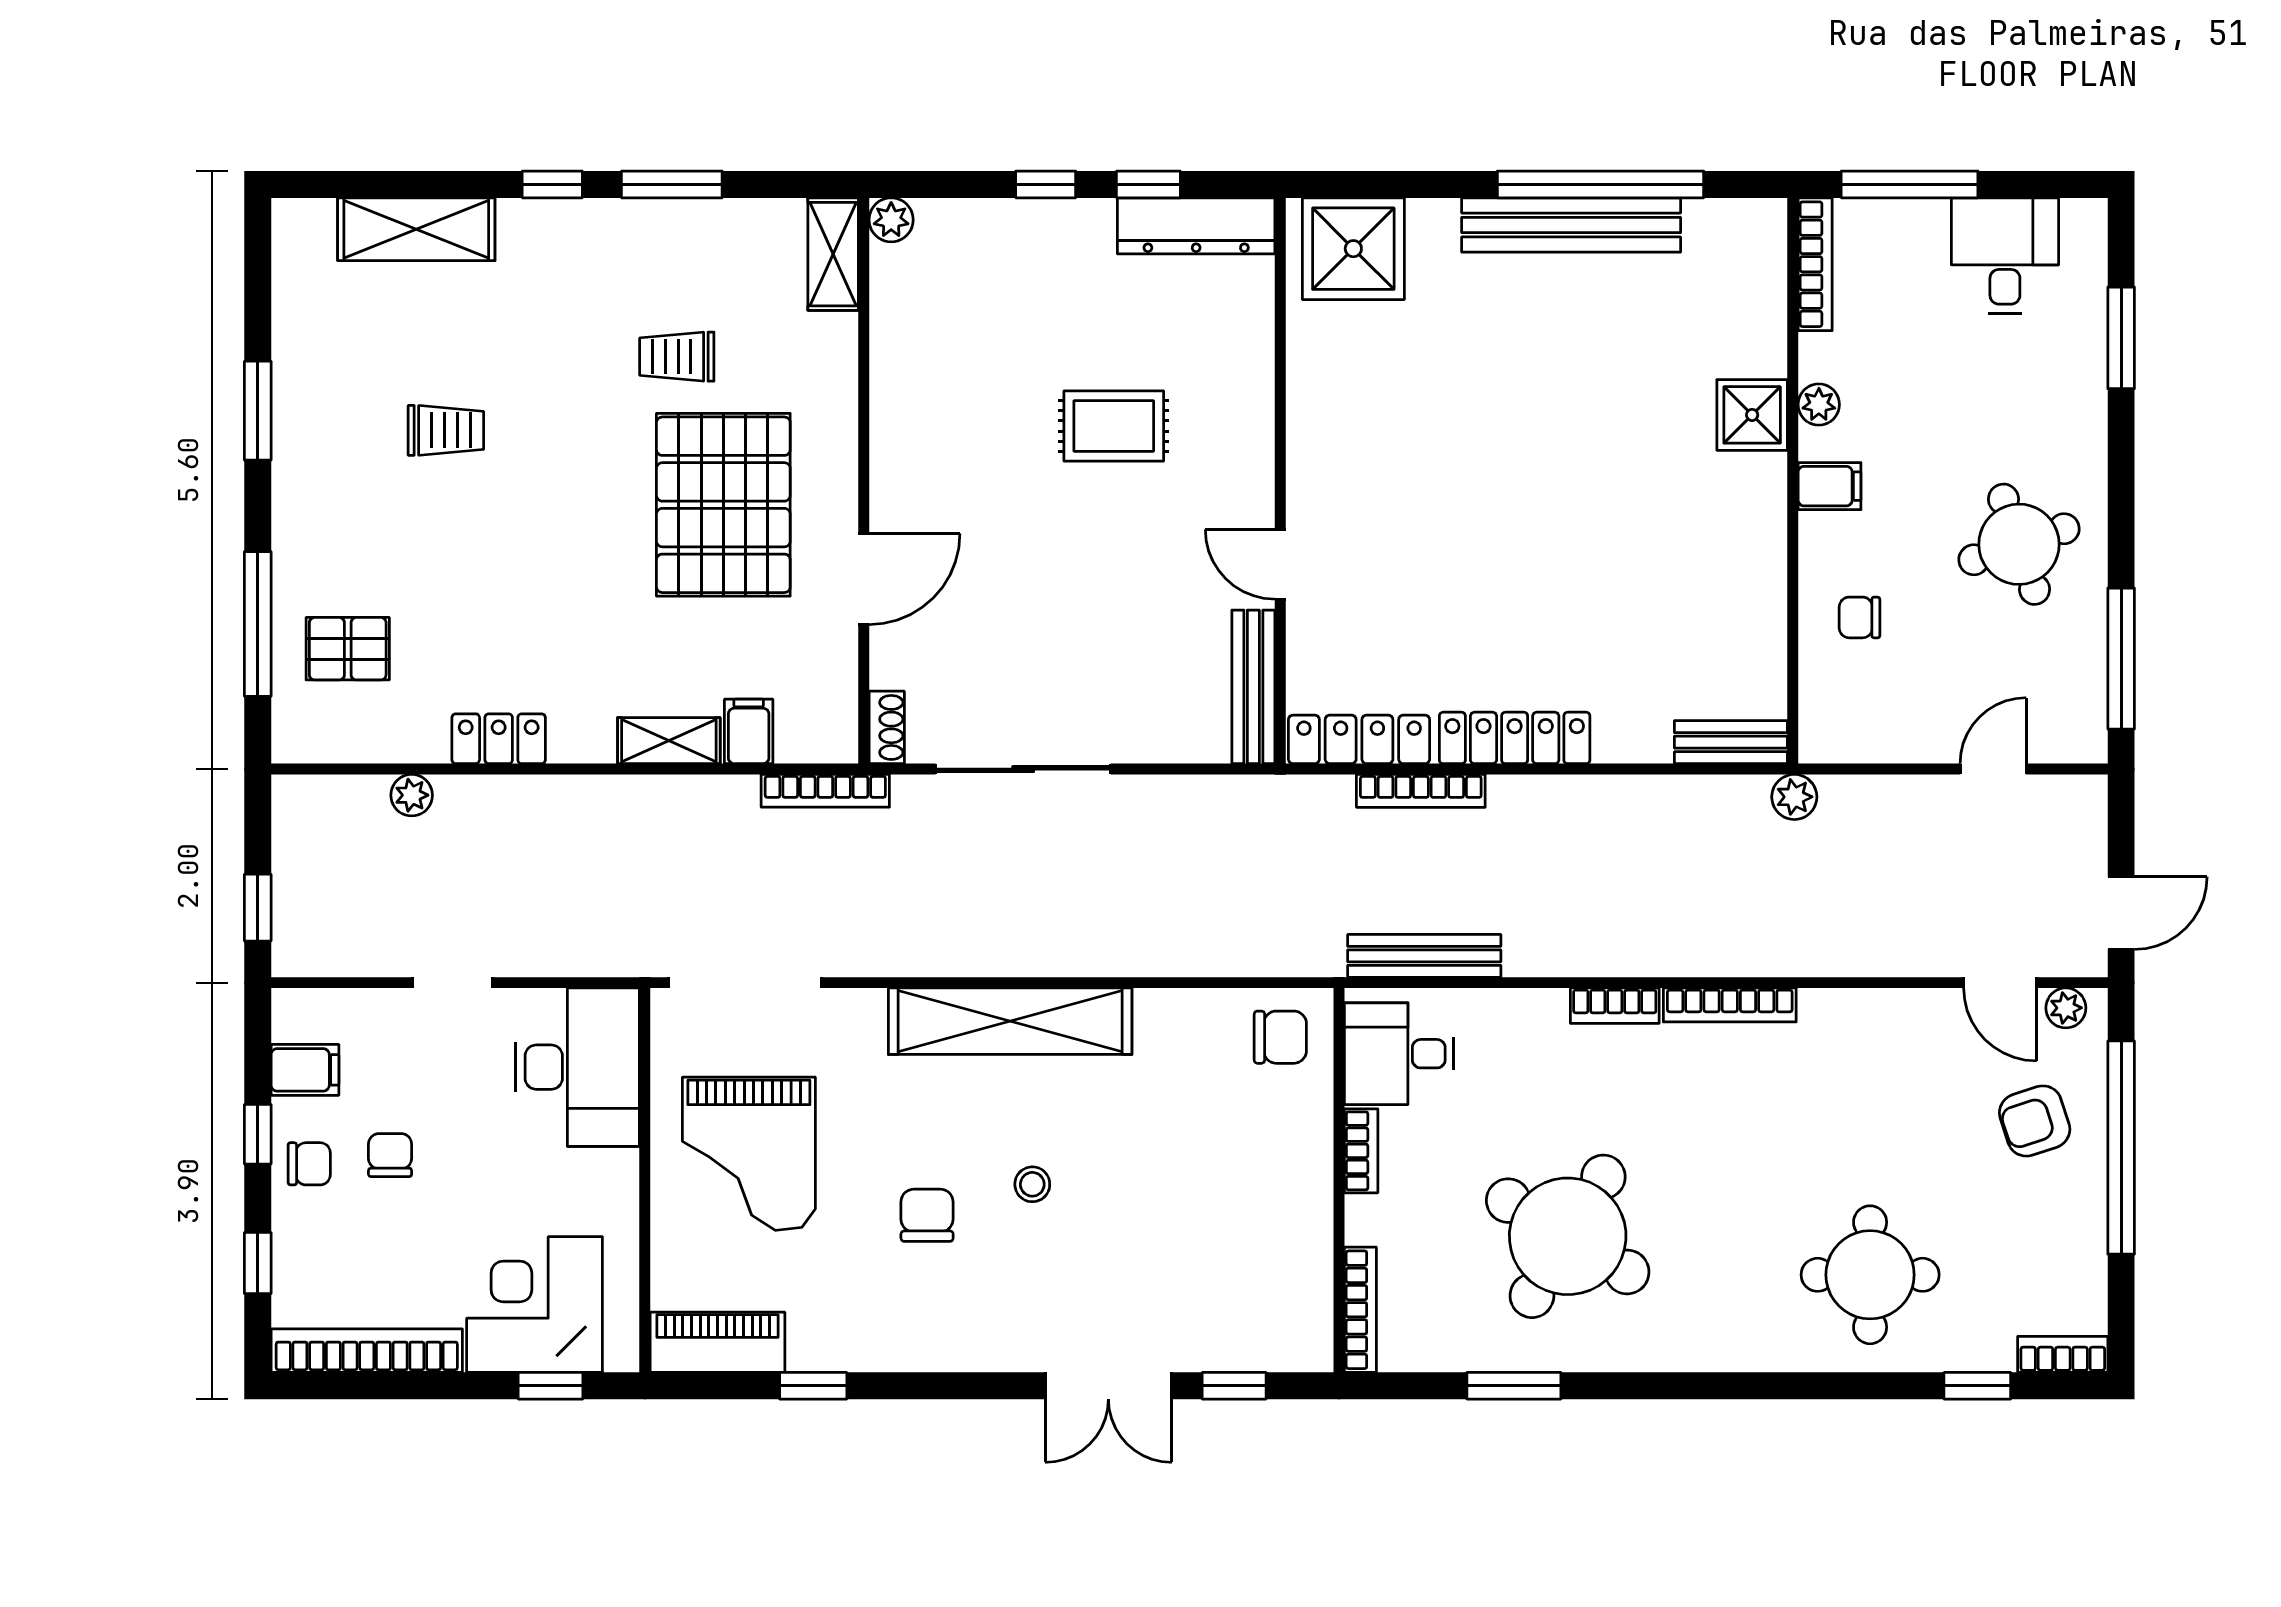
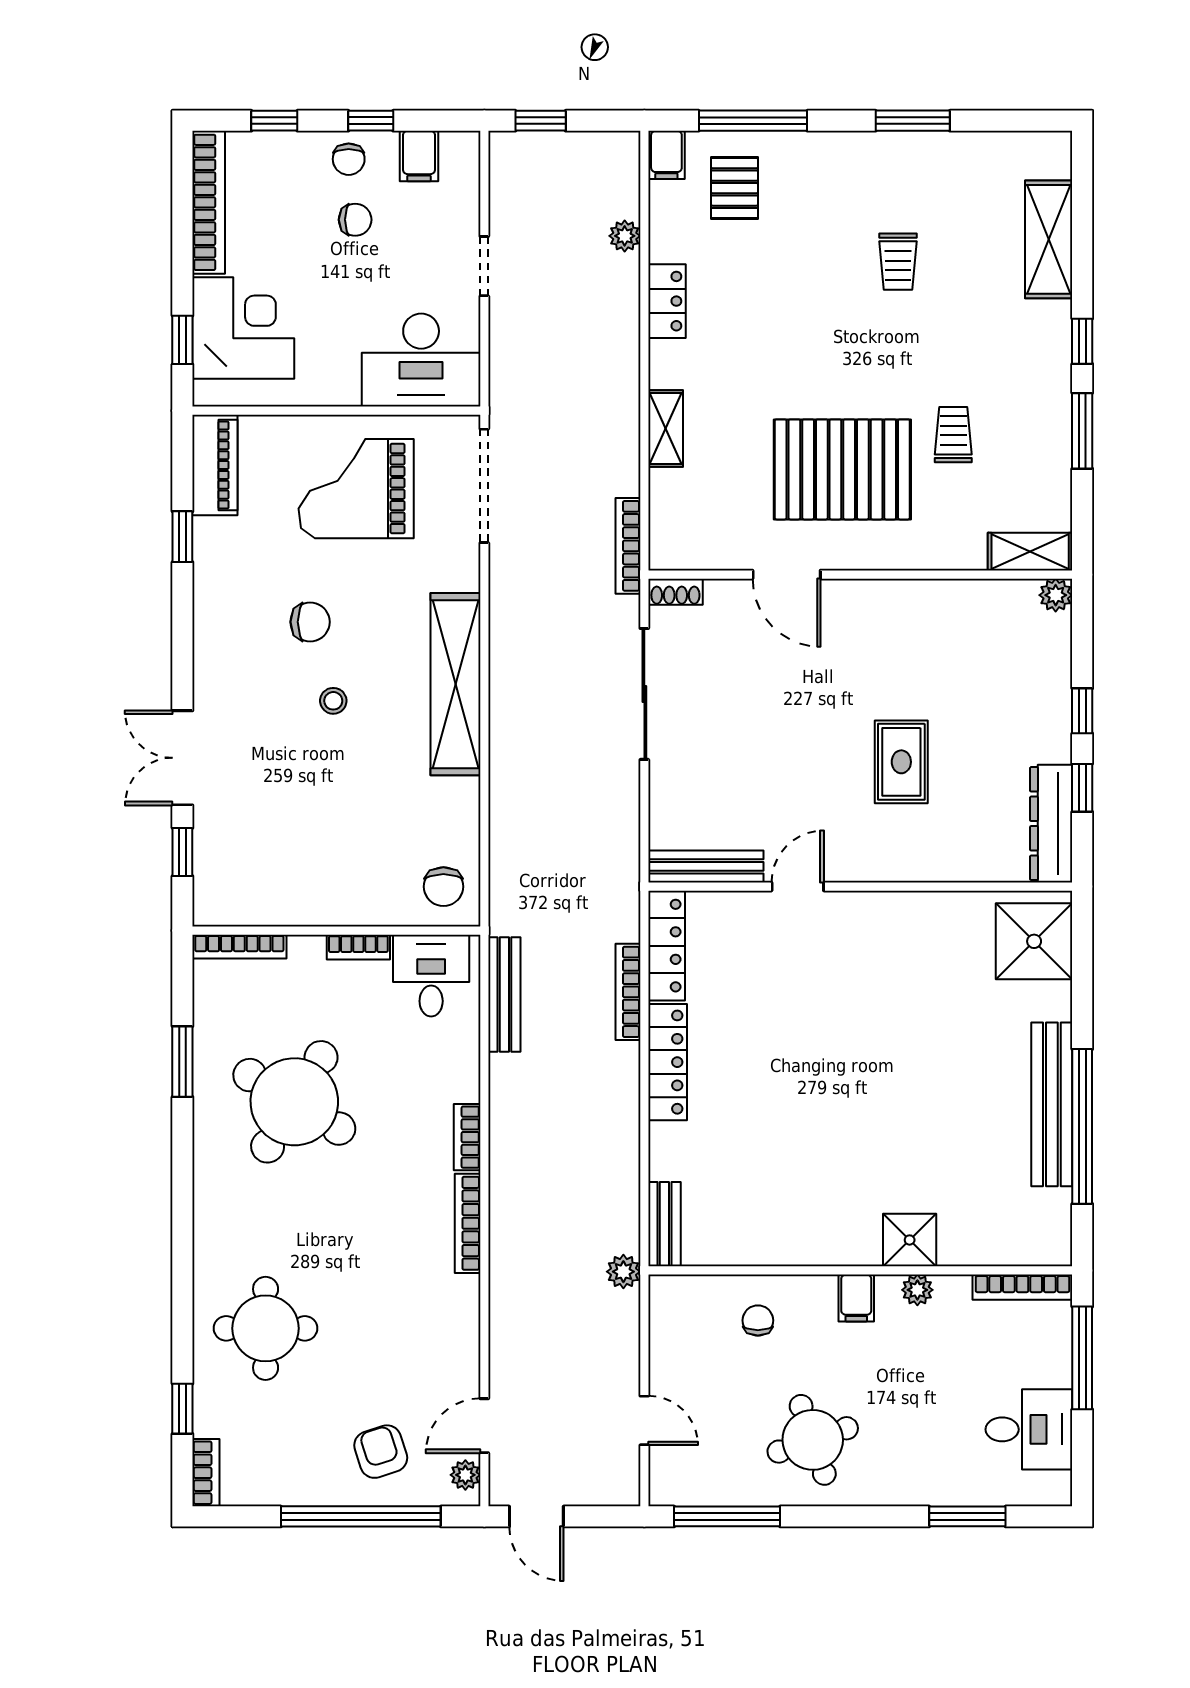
filing cabinet: (749, 731) -> (666, 155), moved, turned 90

